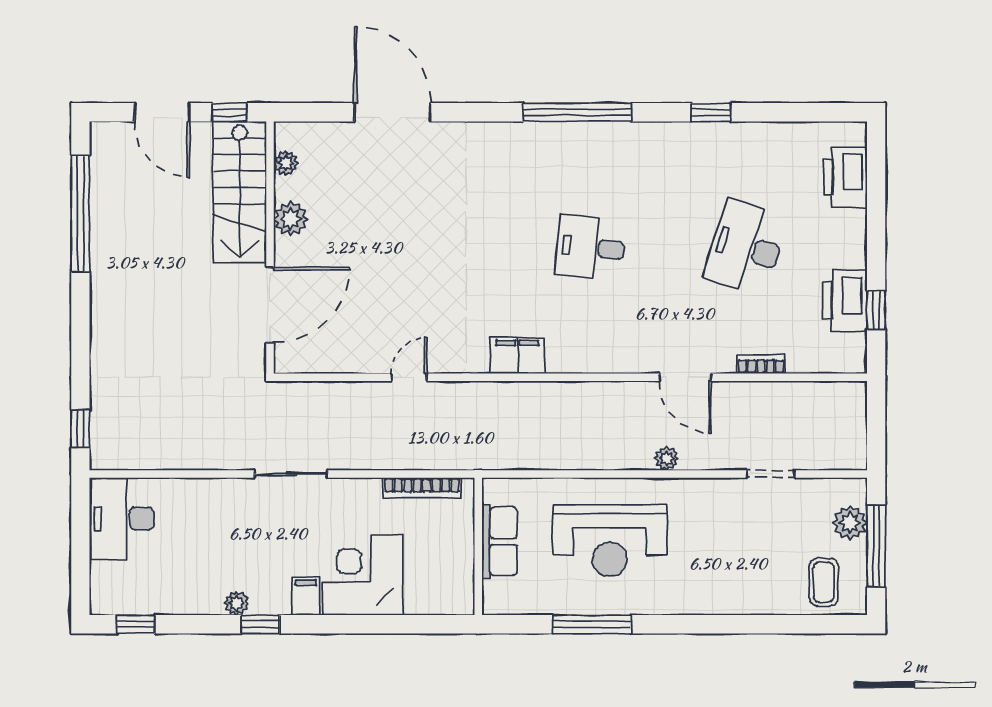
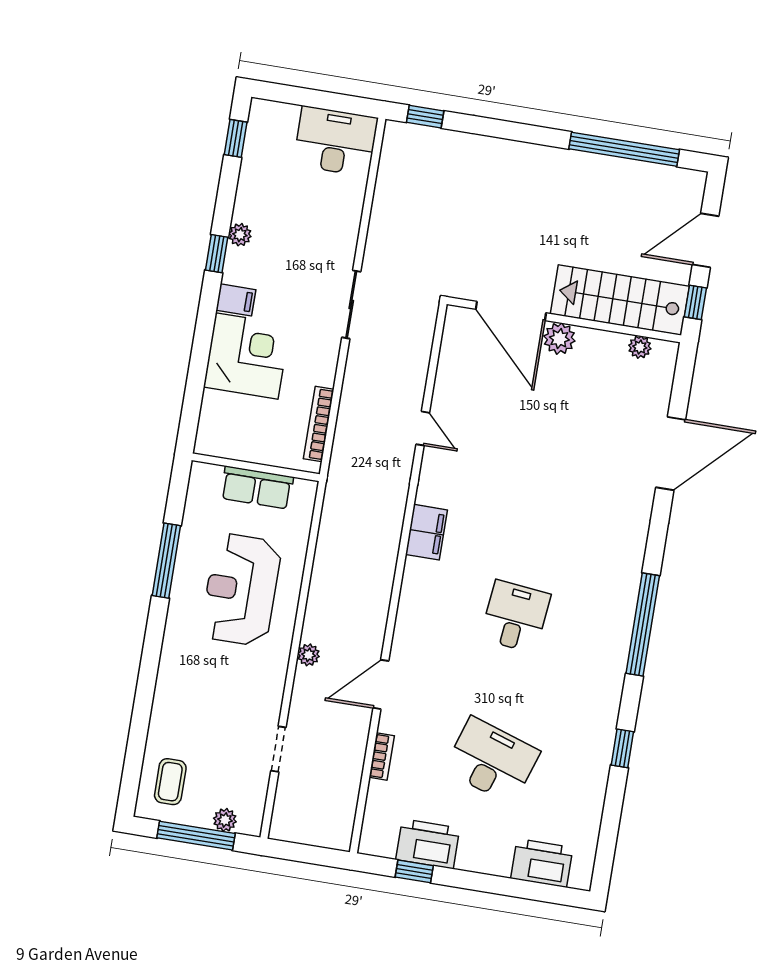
plant: (291, 219) -> (559, 339), moved
plant: (850, 523) -> (225, 820), width x0.73, depth x0.73
coffee table: (824, 582) -> (170, 782), turned 90

